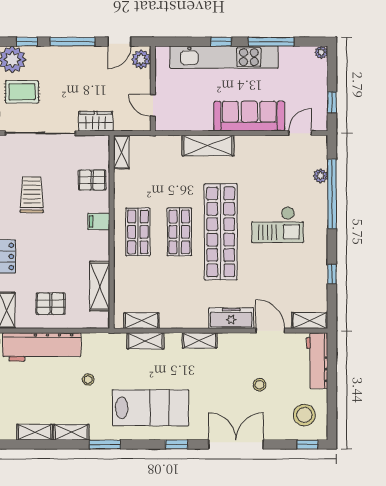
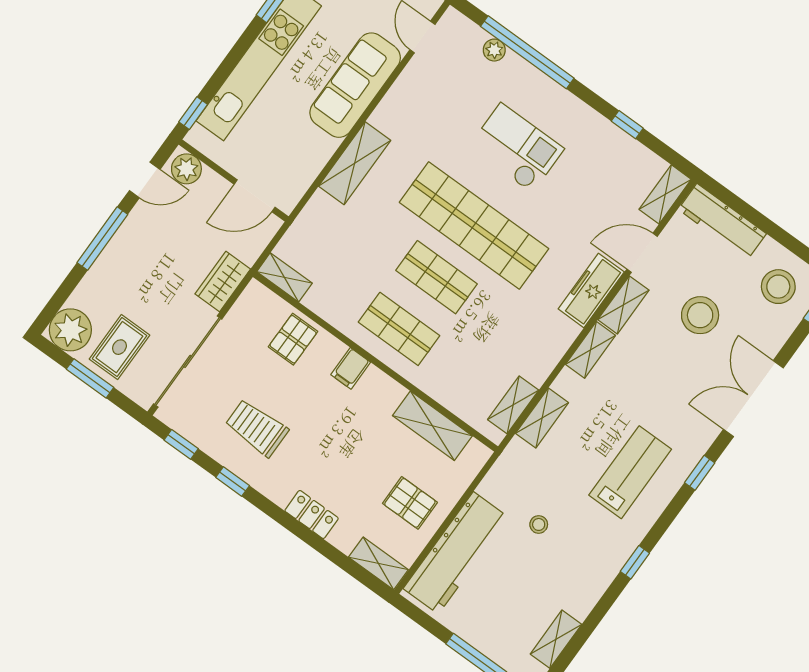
window: (27, 42) -> (61, 295), removed
door: (119, 42) -> (145, 180), hinge flipped
window: (221, 42) -> (193, 113), moved
door: (153, 105) -> (255, 196), width x1.38
checkout: (278, 225) -> (516, 148), turned -90
pallet: (51, 304) -> (410, 503), turned 90
stool: (260, 385) -> (700, 315), width x1.89, depth x1.89
lab bench: (150, 408) -> (630, 472), width x0.73, depth x0.72
shelving: (71, 432) -> (623, 305), moved
window: (105, 444) -> (635, 562), width x0.67

